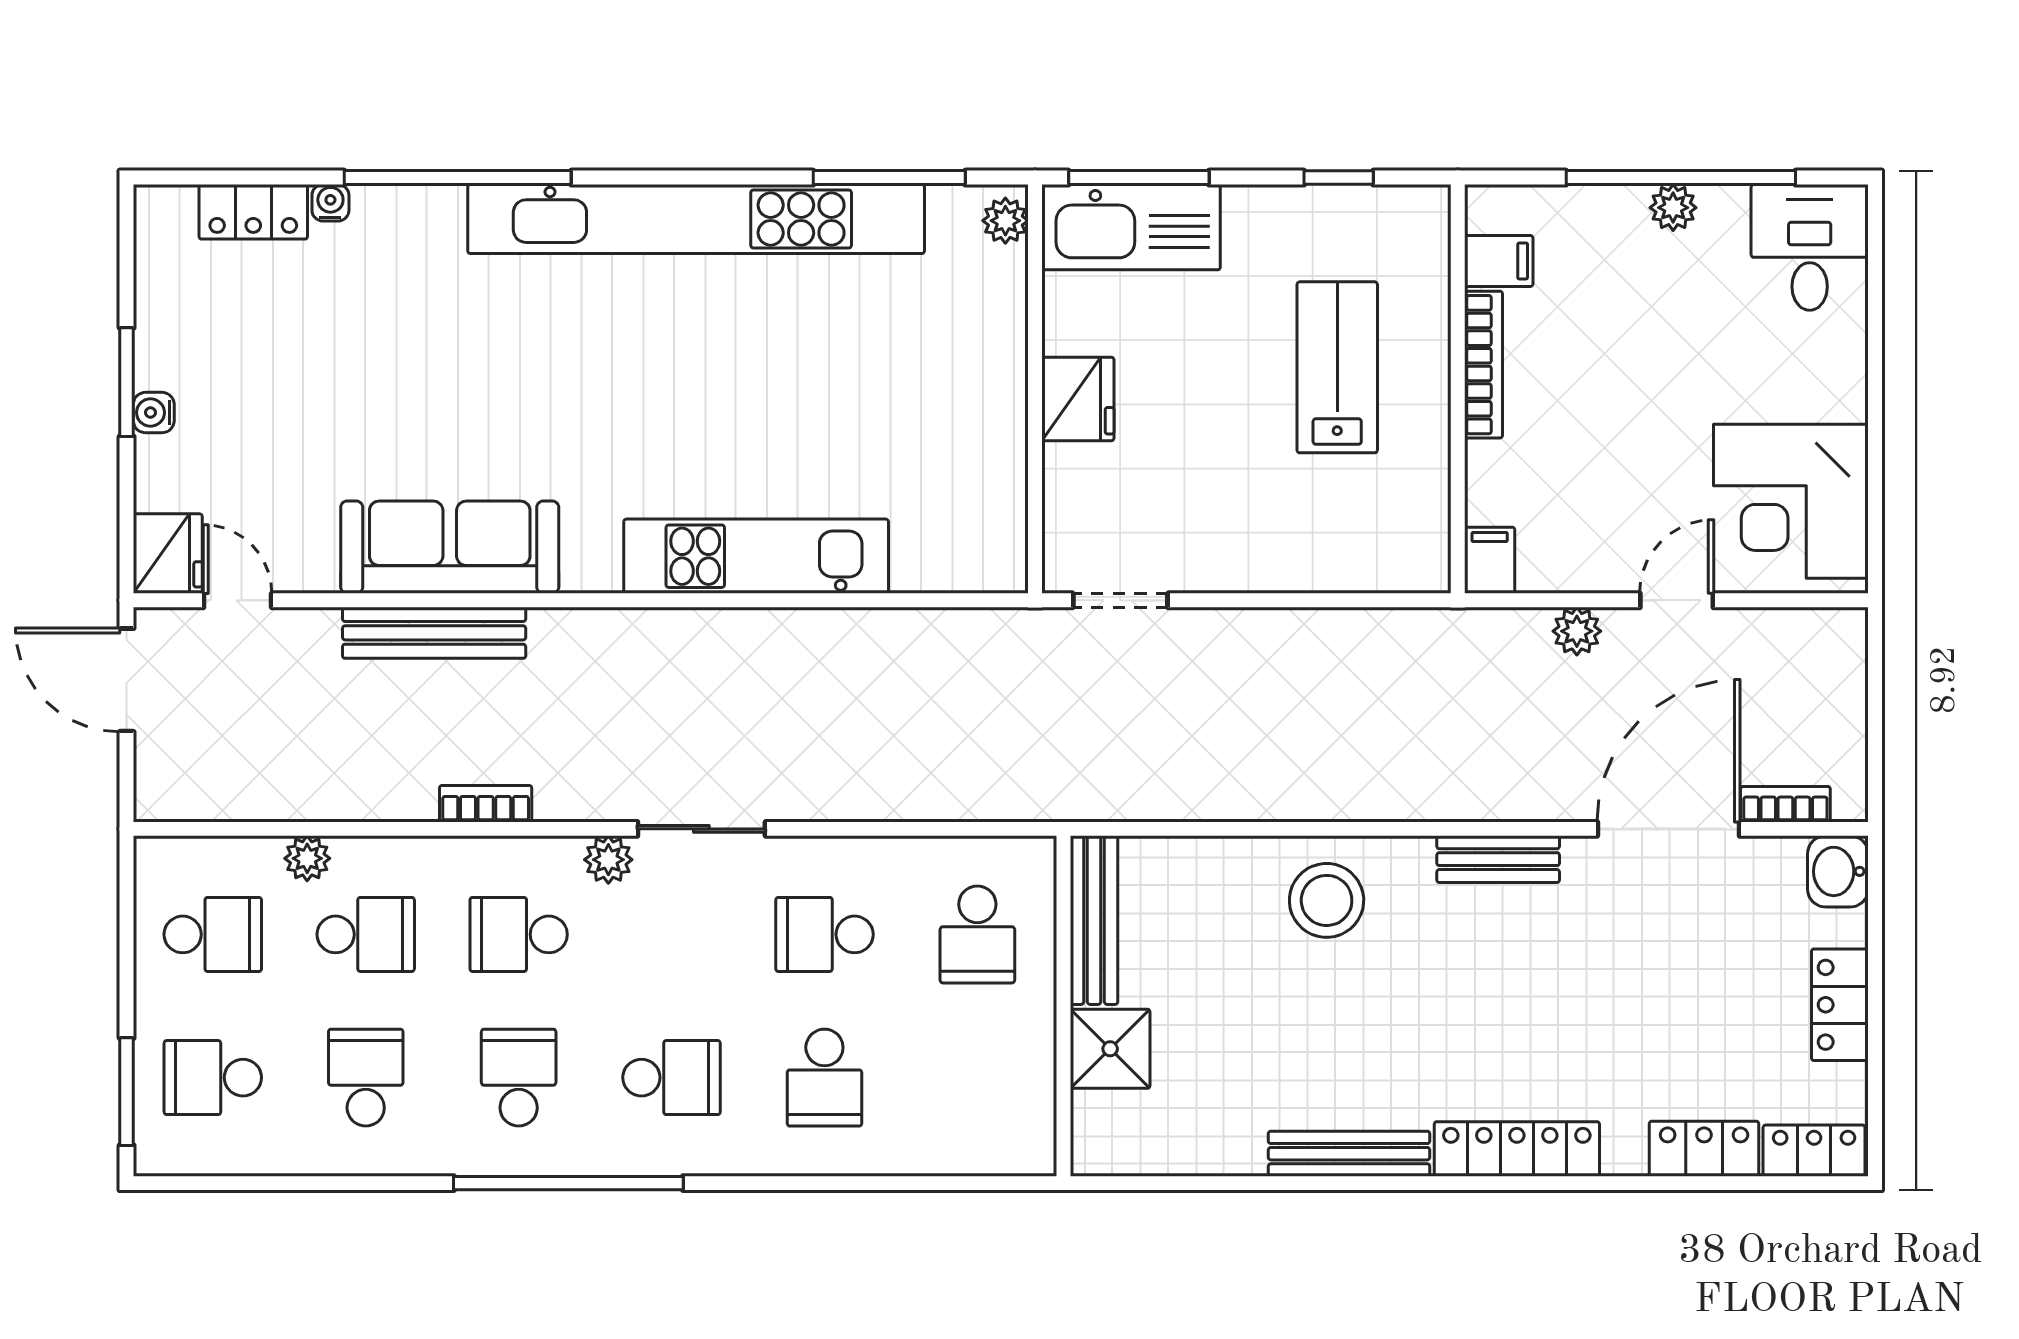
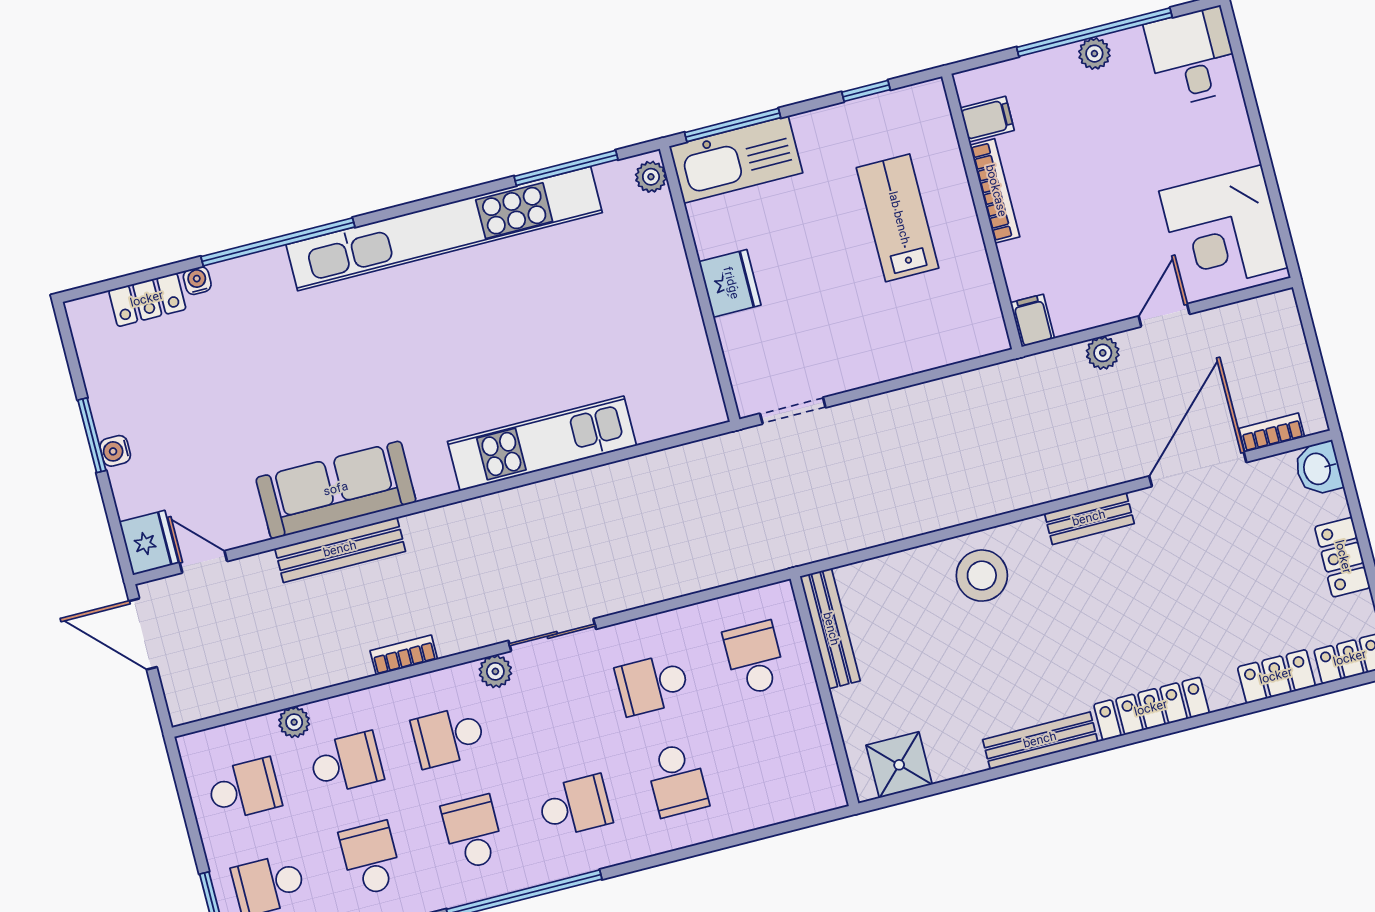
school desk: (977, 934) -> (755, 658), turned 180
shower: (1110, 1049) -> (899, 765), moved

